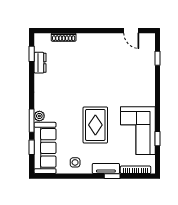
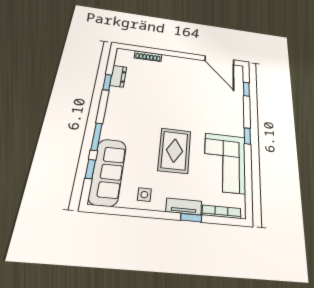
door: (131, 31) -> (219, 60), width x1.88
window: (32, 54) -> (107, 82), moved
plant: (39, 116) -> (107, 132), removed
window: (157, 139) -> (247, 136), moved

